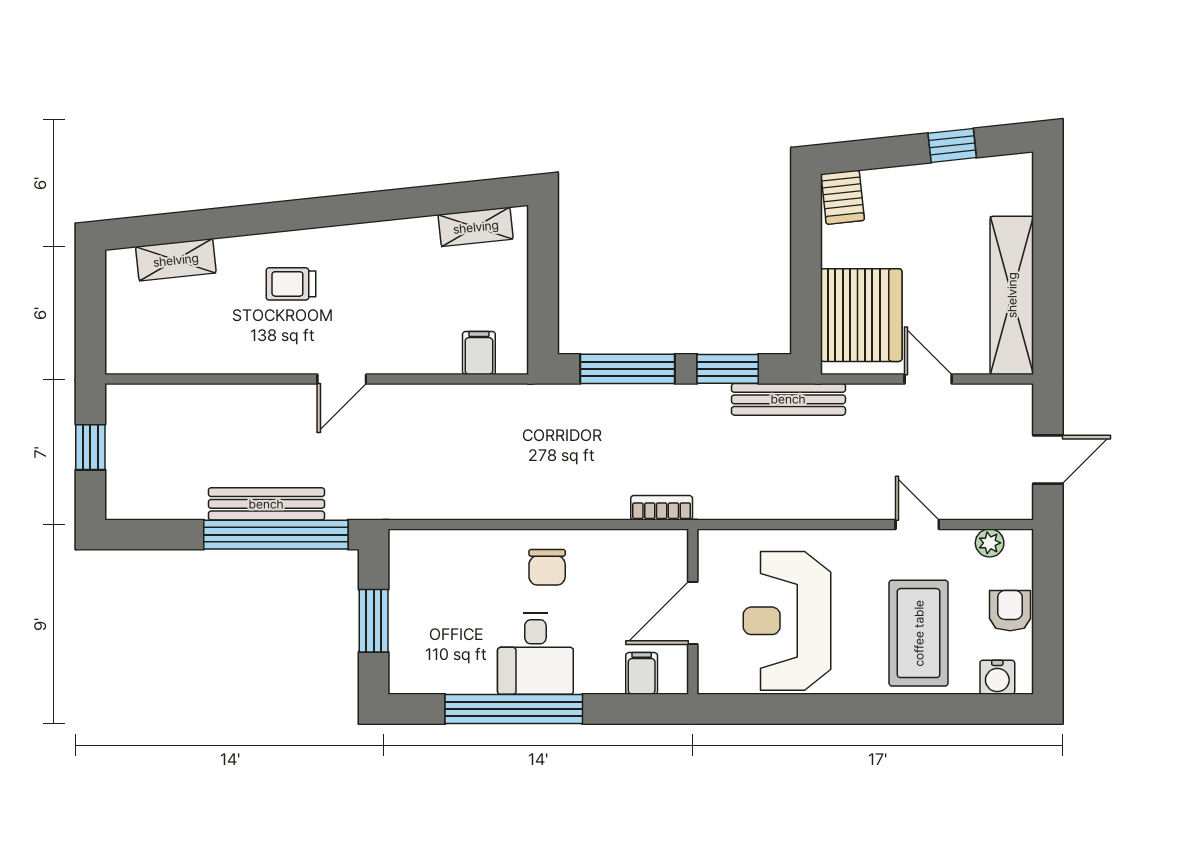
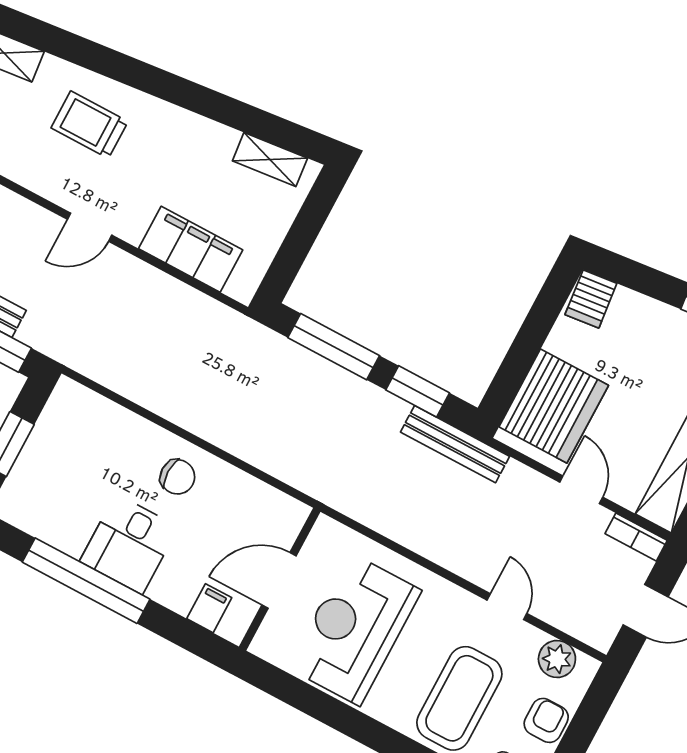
trolley: (291, 284) -> (90, 125), width x1.36, depth x1.39
filing cabinet: (479, 353) -> (191, 249), width x3.00, depth x1.17
bookcase: (662, 508) -> (636, 537), moved, turned 180
plant: (990, 543) -> (557, 659), width x1.38, depth x1.38
chair: (547, 567) -> (178, 477), turned -90

